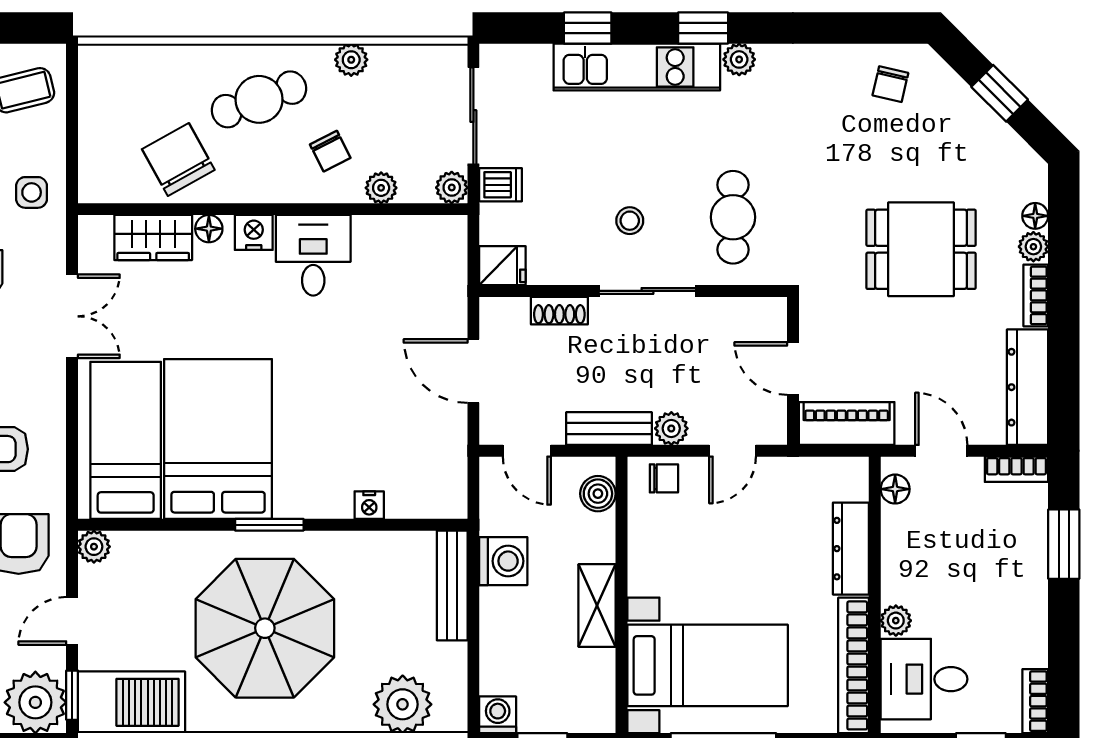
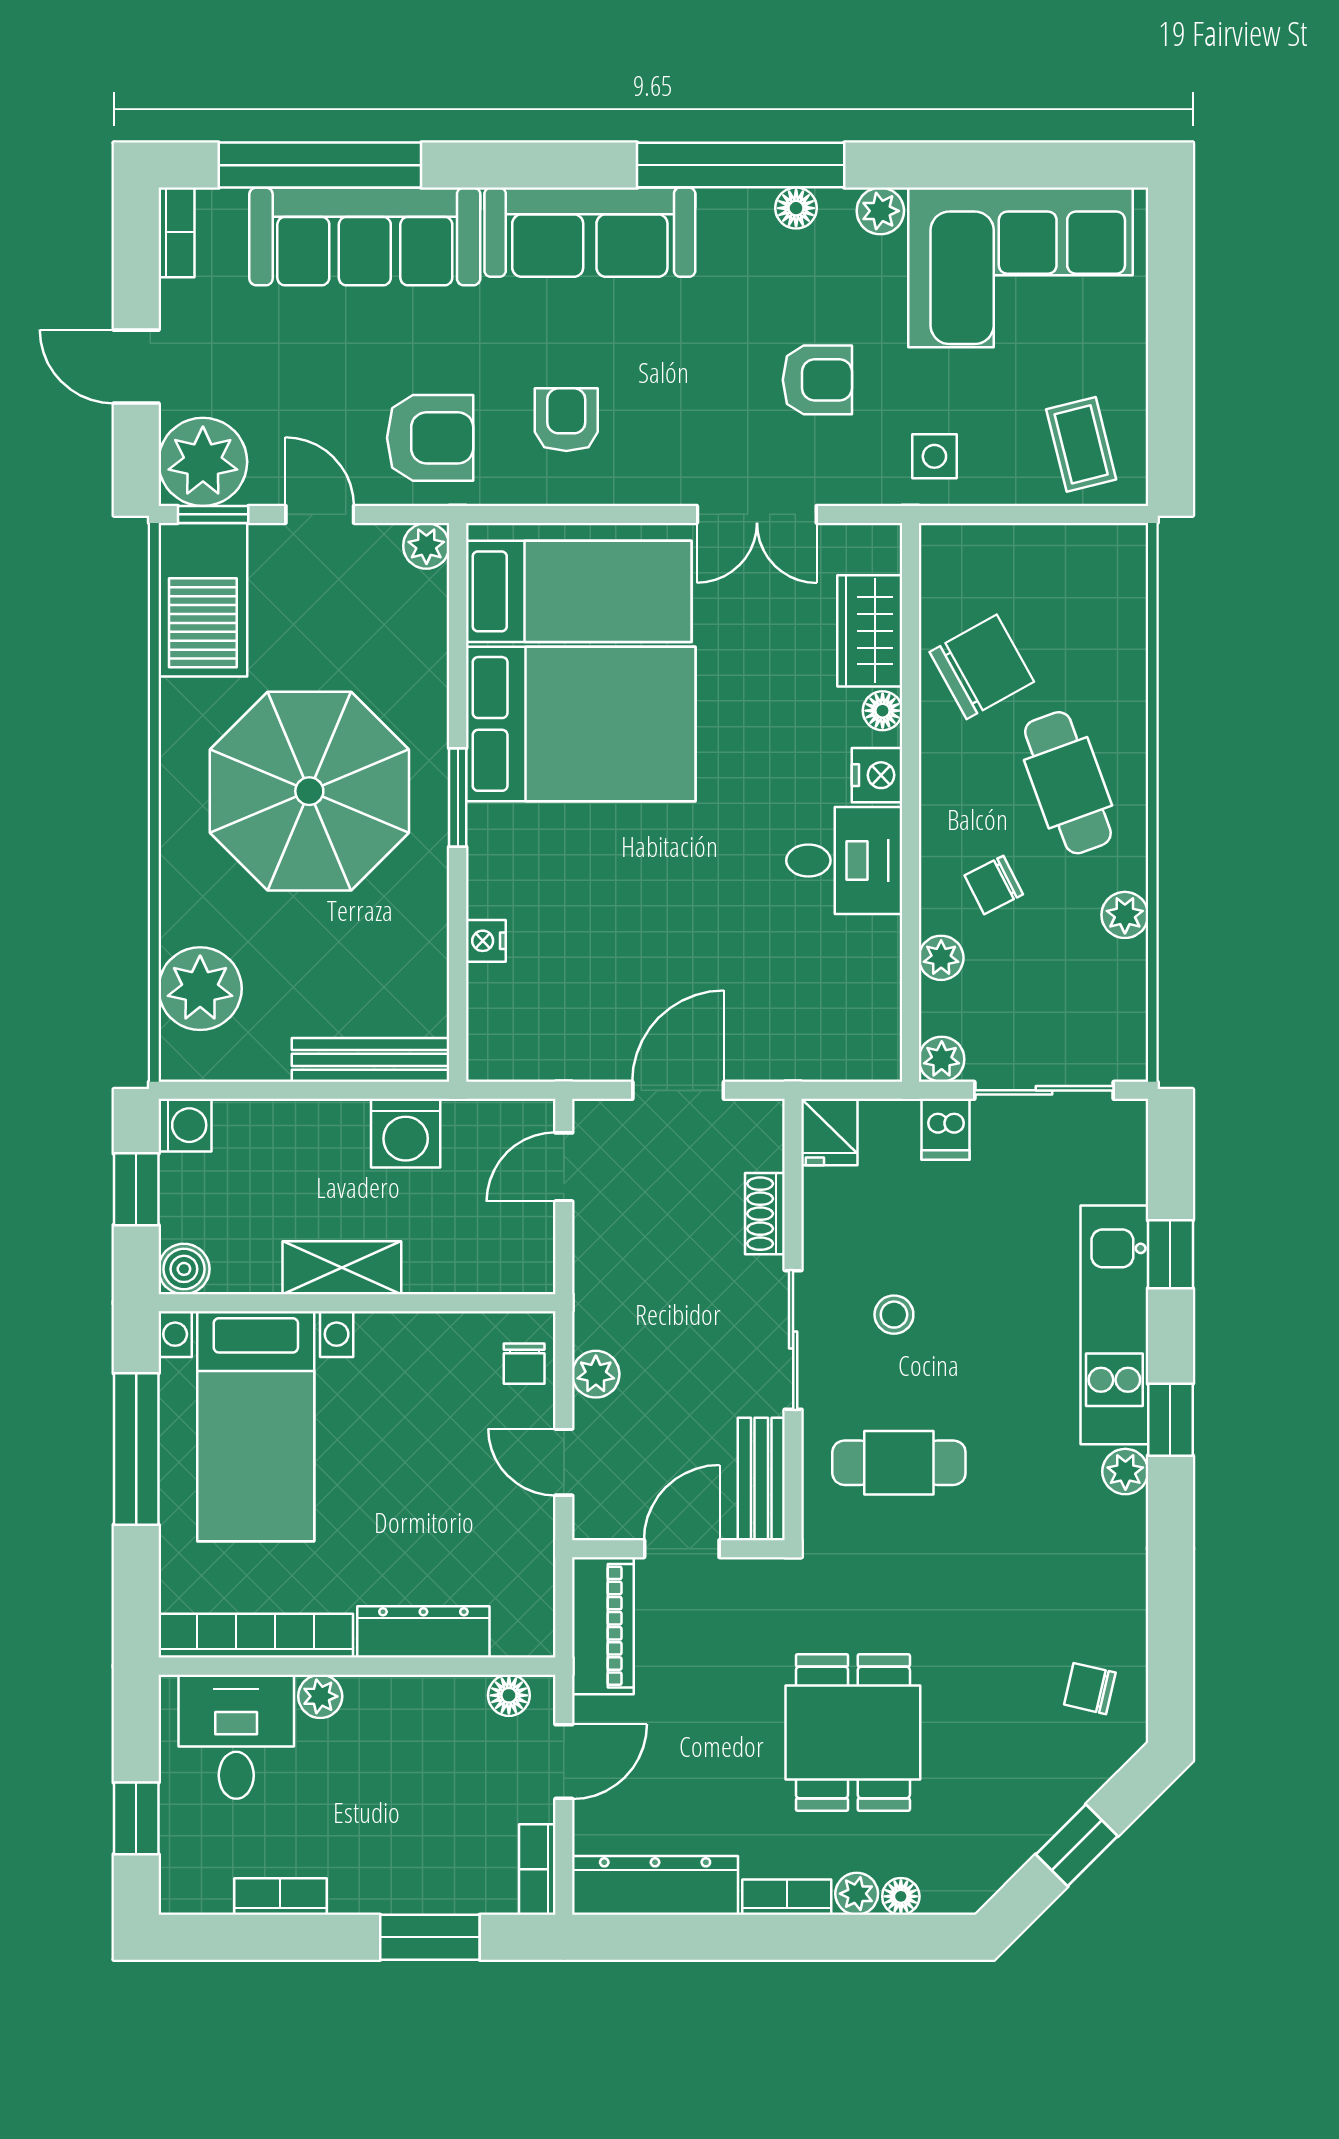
bench: (609, 429) -> (761, 1479), moved
boiler: (598, 494) -> (184, 1269), moved
bookcase: (1035, 701) -> (280, 1896), moved

